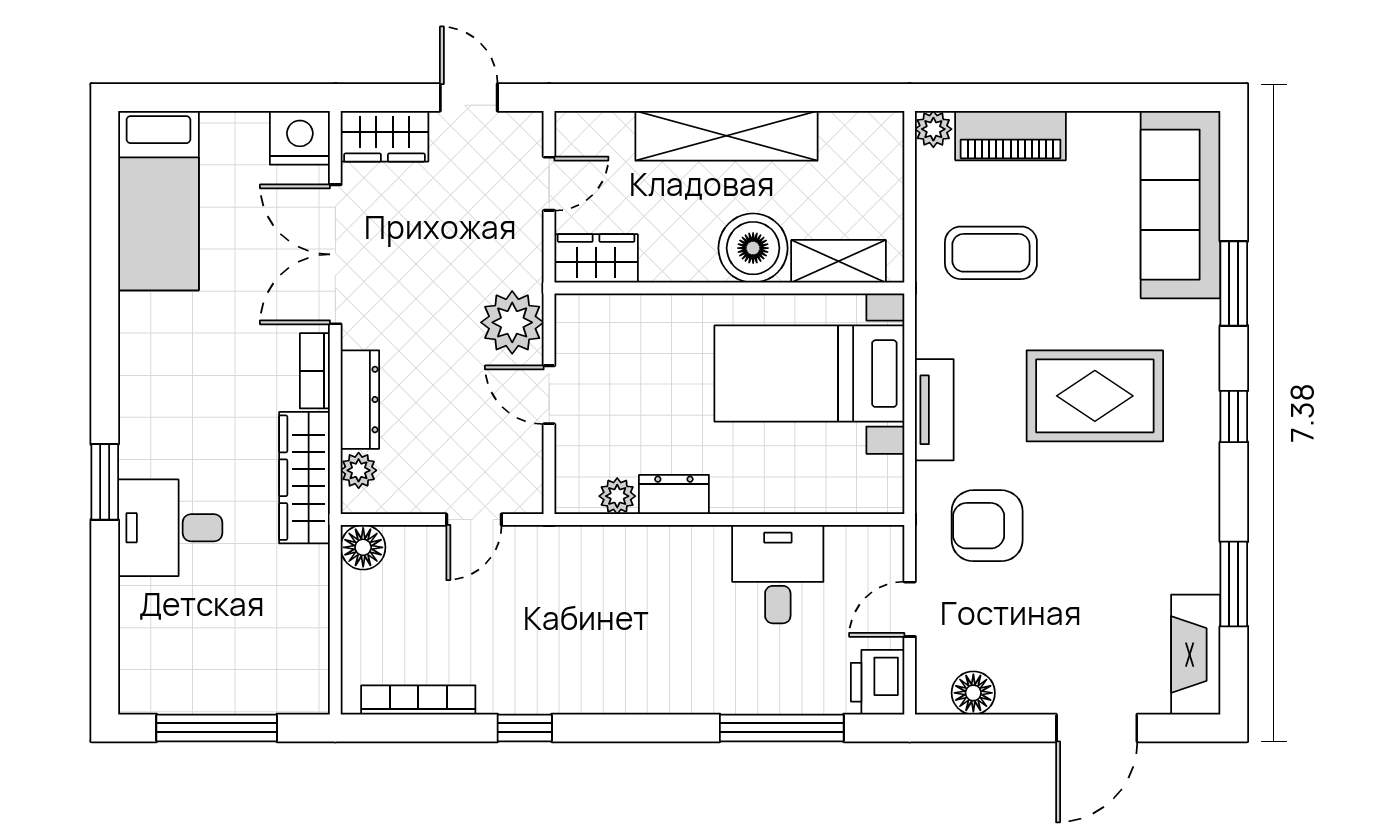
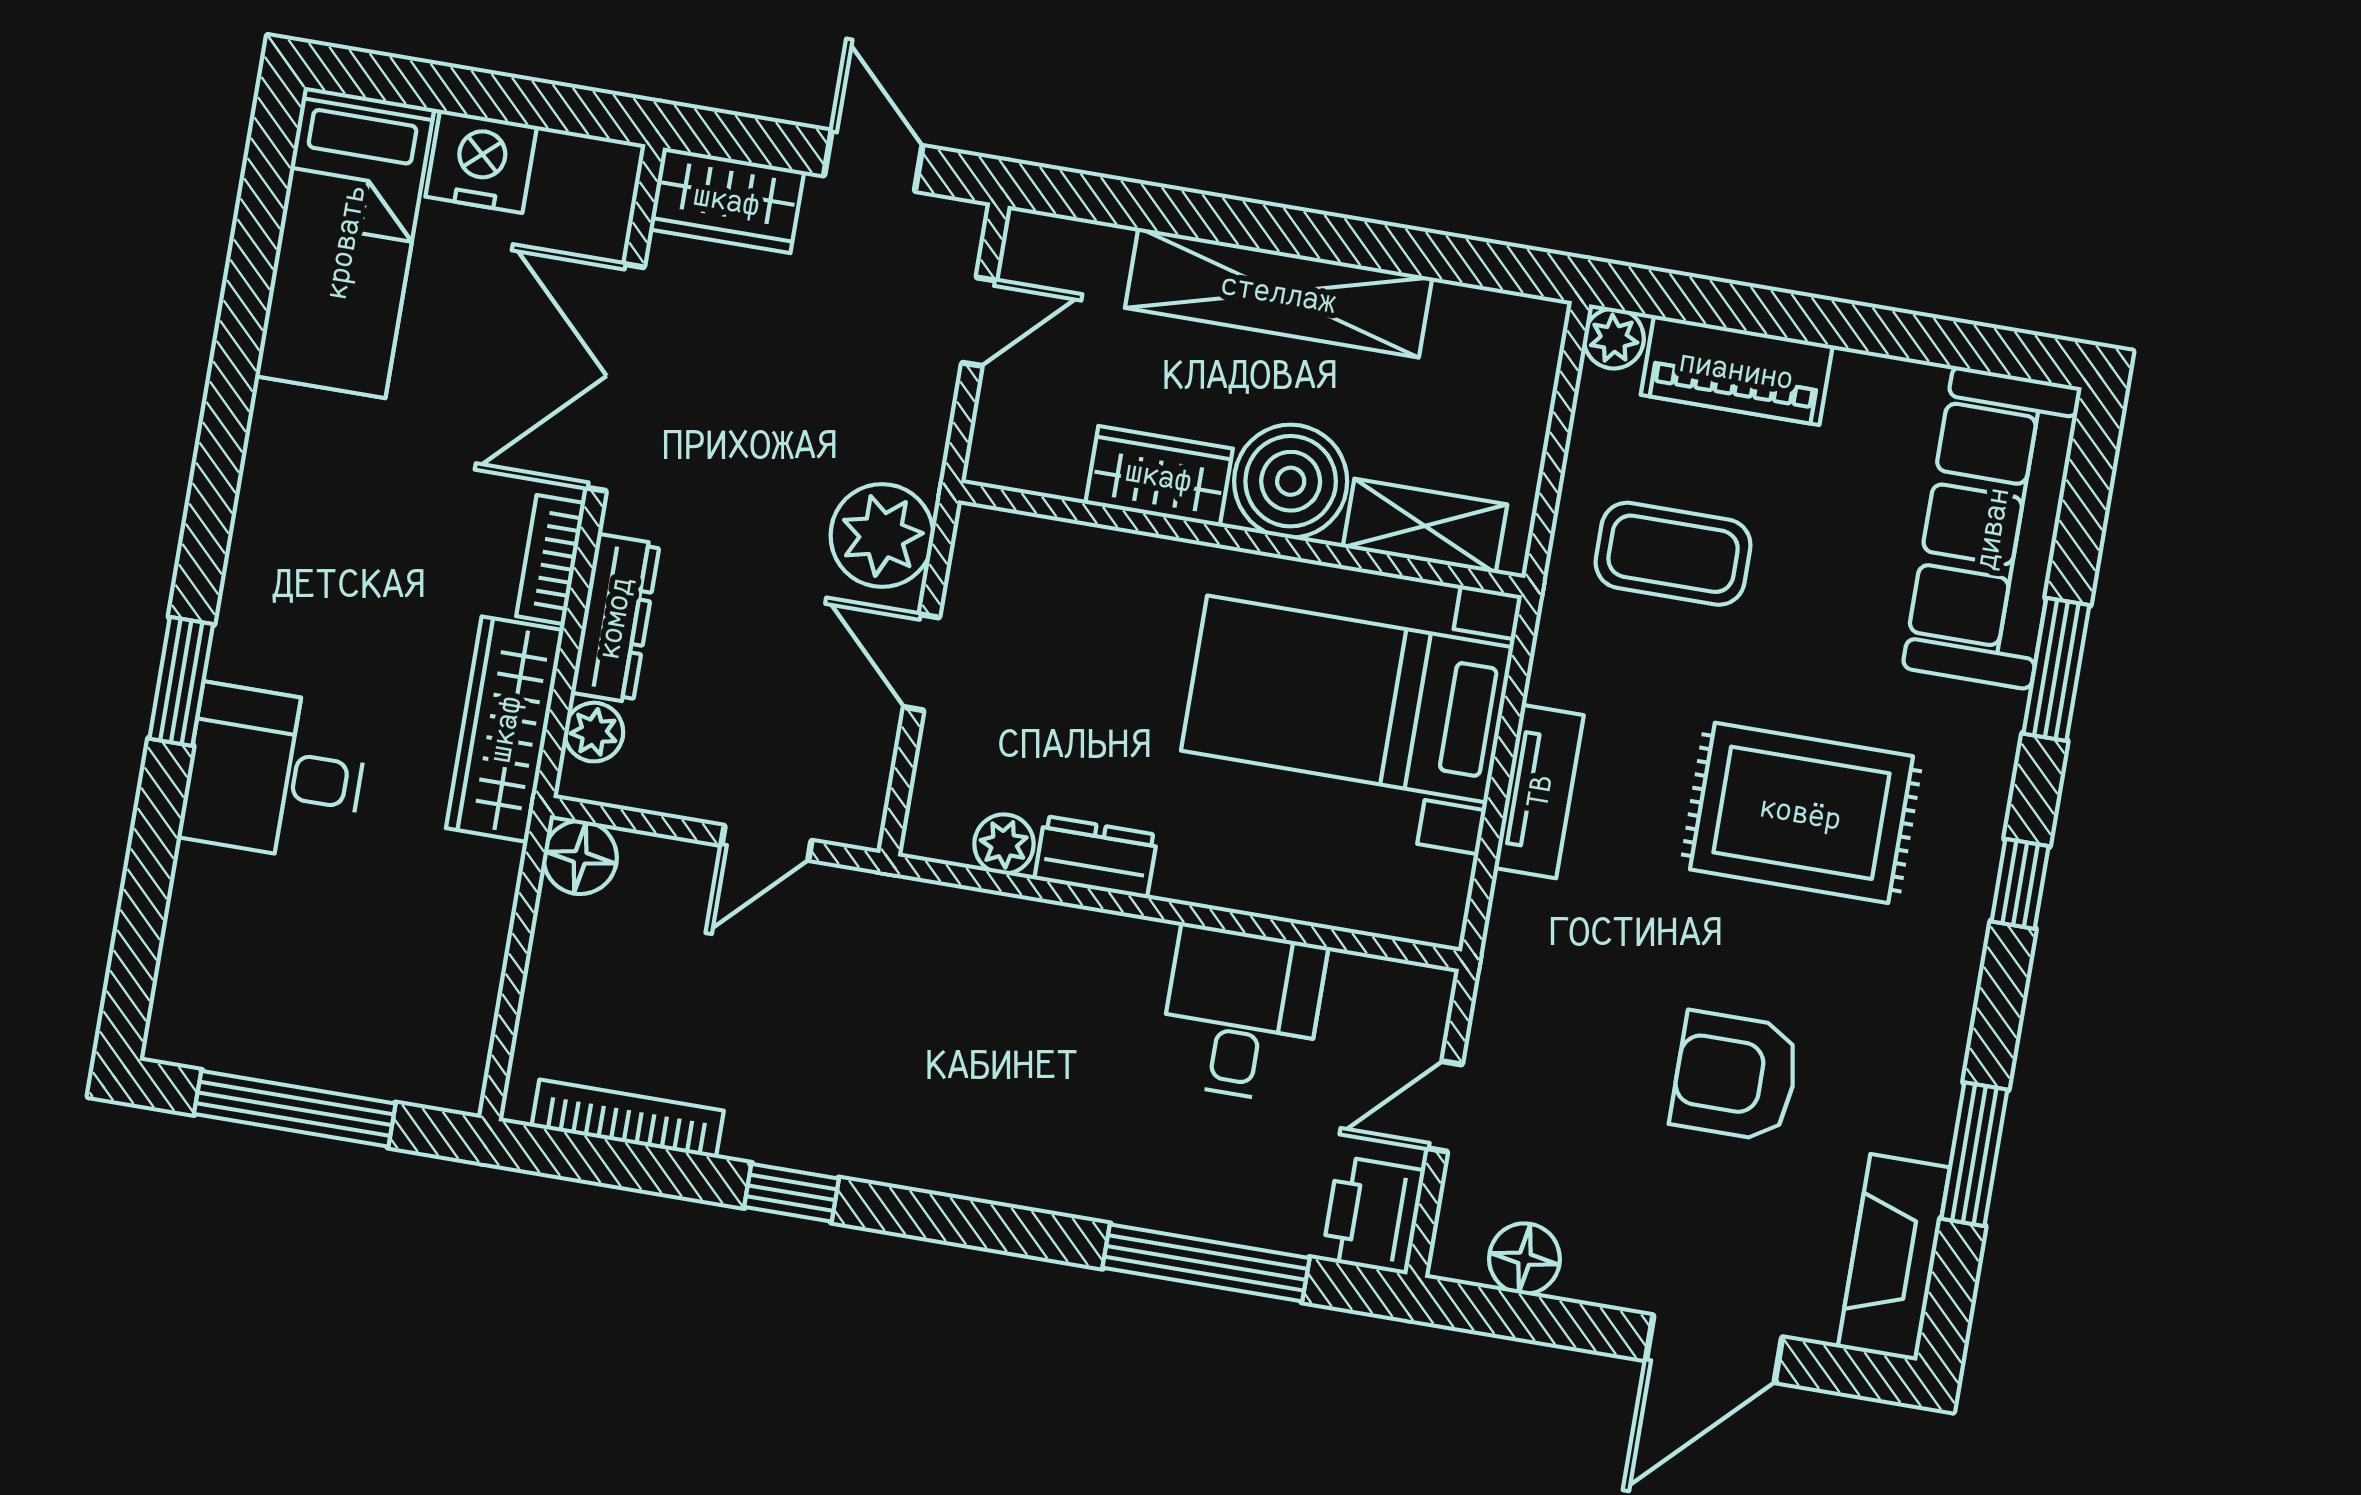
nightstand: (300, 138) -> (481, 161), moved
wardrobe: (596, 258) -> (1159, 476), moved
armchair: (987, 526) -> (1735, 1076), moved

